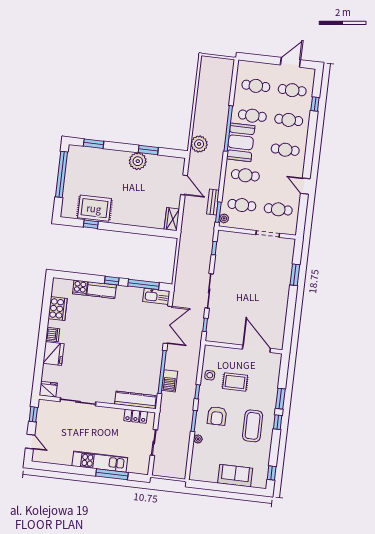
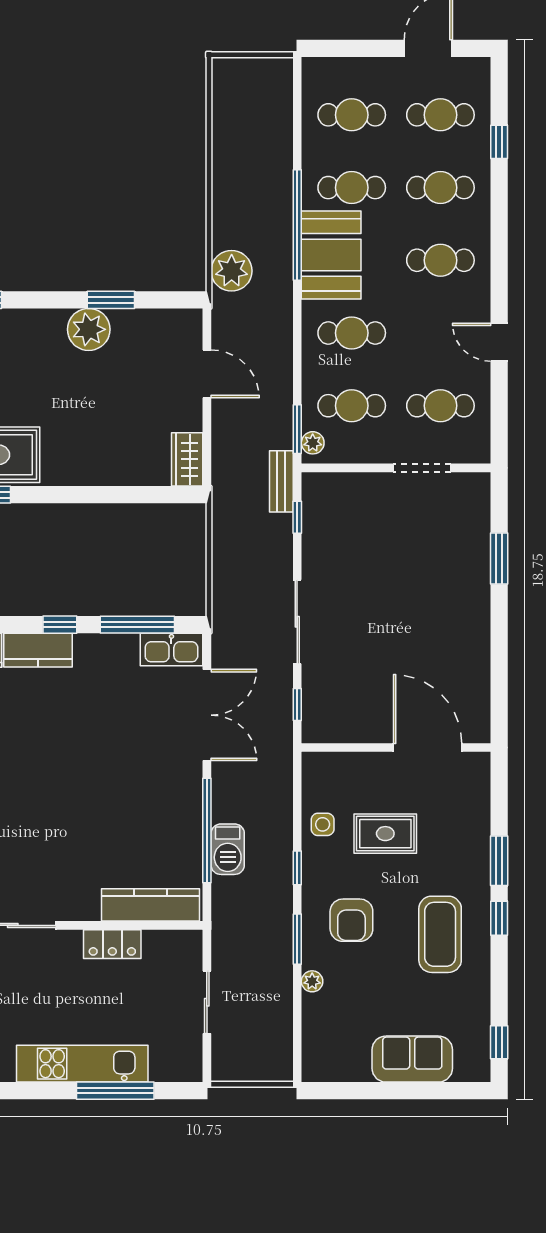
bench: (213, 202) -> (281, 481), moved
locker: (136, 416) -> (112, 944), moved

